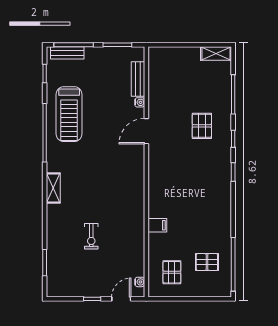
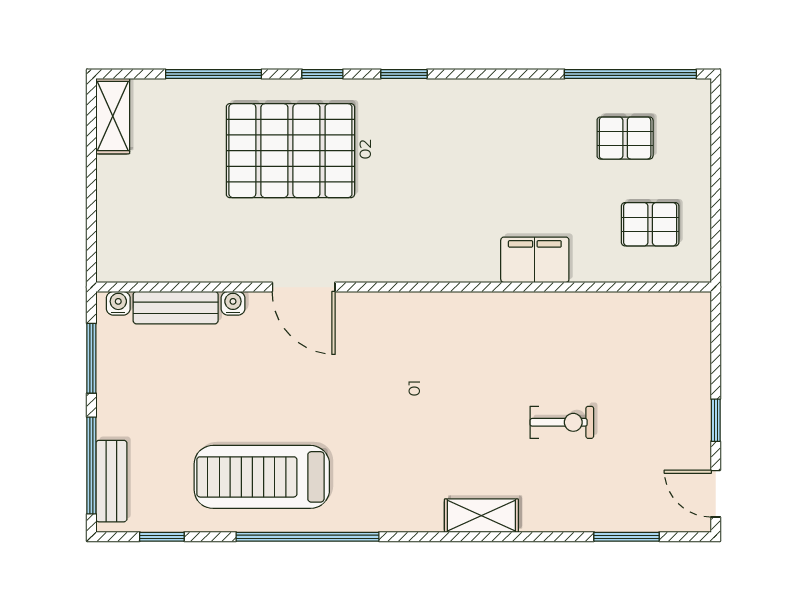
treadmill: (69, 114) -> (262, 477), turned 180
pallet: (202, 126) -> (290, 151), width x2.05, depth x2.00
shelving: (53, 188) -> (481, 516), moved
filing cabinet: (157, 225) -> (535, 260), width x2.00
pallet: (207, 262) -> (625, 138), turned 90
water cooler: (140, 282) -> (118, 303), moved
door: (121, 299) -> (716, 494), moved

